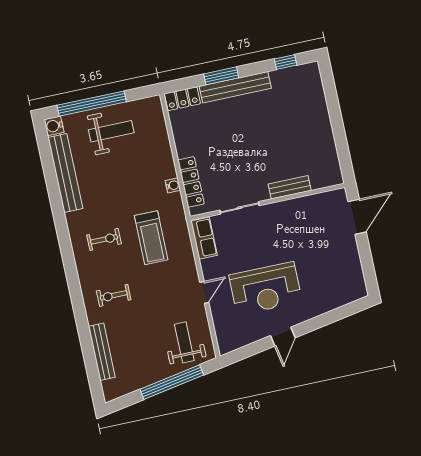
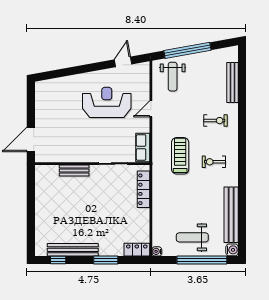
bench: (235, 87) -> (73, 250), moved
water cooler: (173, 185) -> (157, 251), moved
door: (283, 337) -> (123, 62), moved

